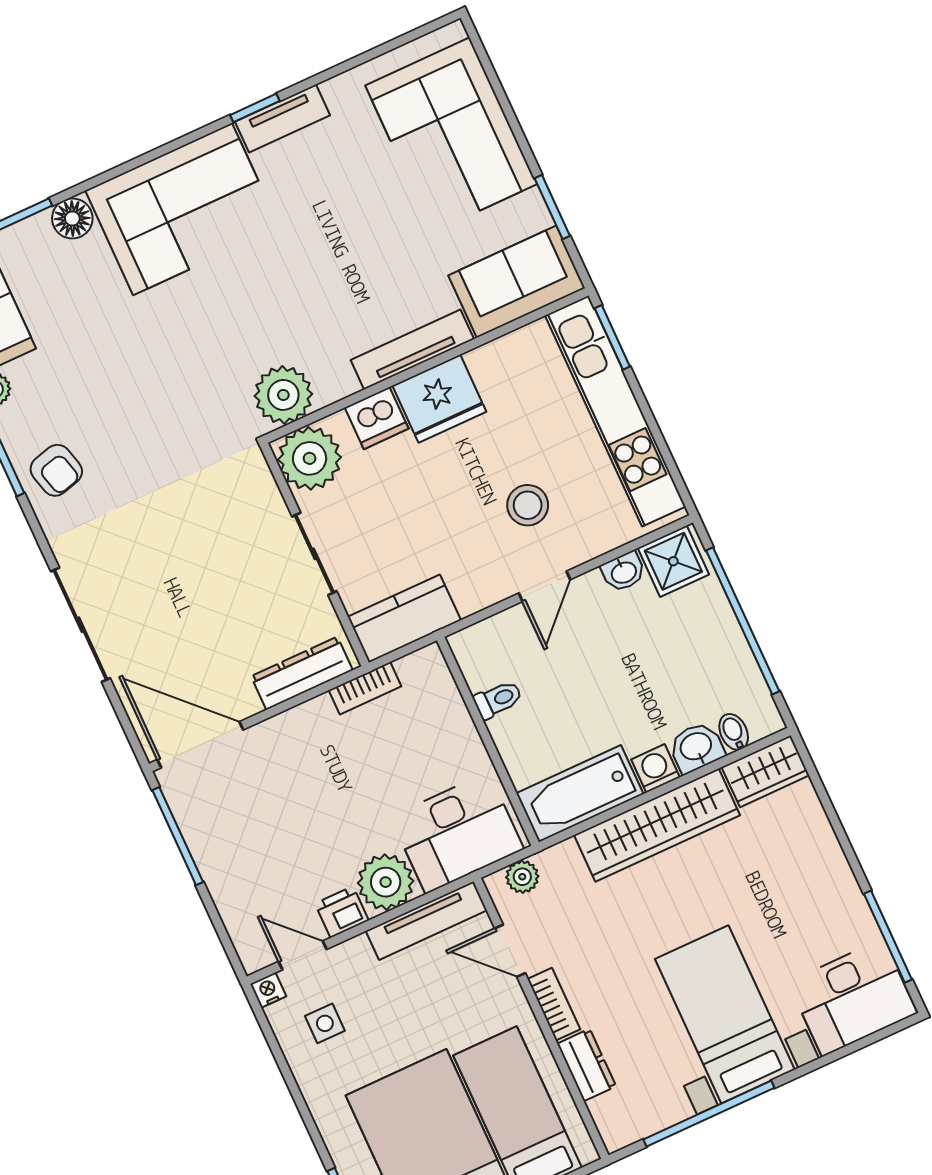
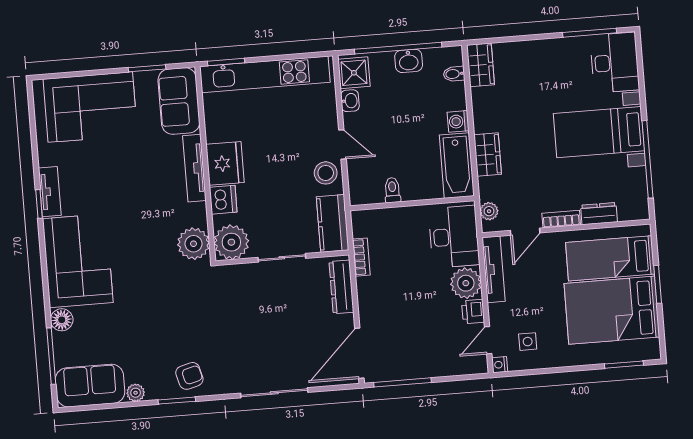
stool: (528, 505) -> (326, 173), moved
washbasin: (696, 747) -> (409, 61), moved, turned -90
wardrobe: (657, 825) -> (488, 155), width x0.48, depth x0.85

